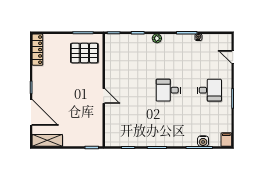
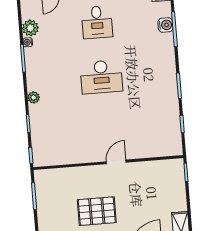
plant: (209, 40) -> (30, 28), added
pallet: (84, 53) -> (97, 211), moved, turned 90
desk: (168, 90) -> (101, 77), width x1.37
desk: (209, 90) -> (97, 22), turned 180

